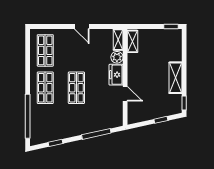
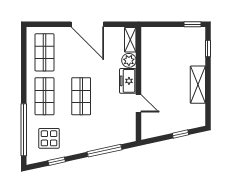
door: (82, 27) -> (87, 24), width x1.87
shelving: (132, 41) -> (147, 42), removed
window: (184, 103) -> (208, 48), moved
display table: (49, 124) -> (49, 138), added

